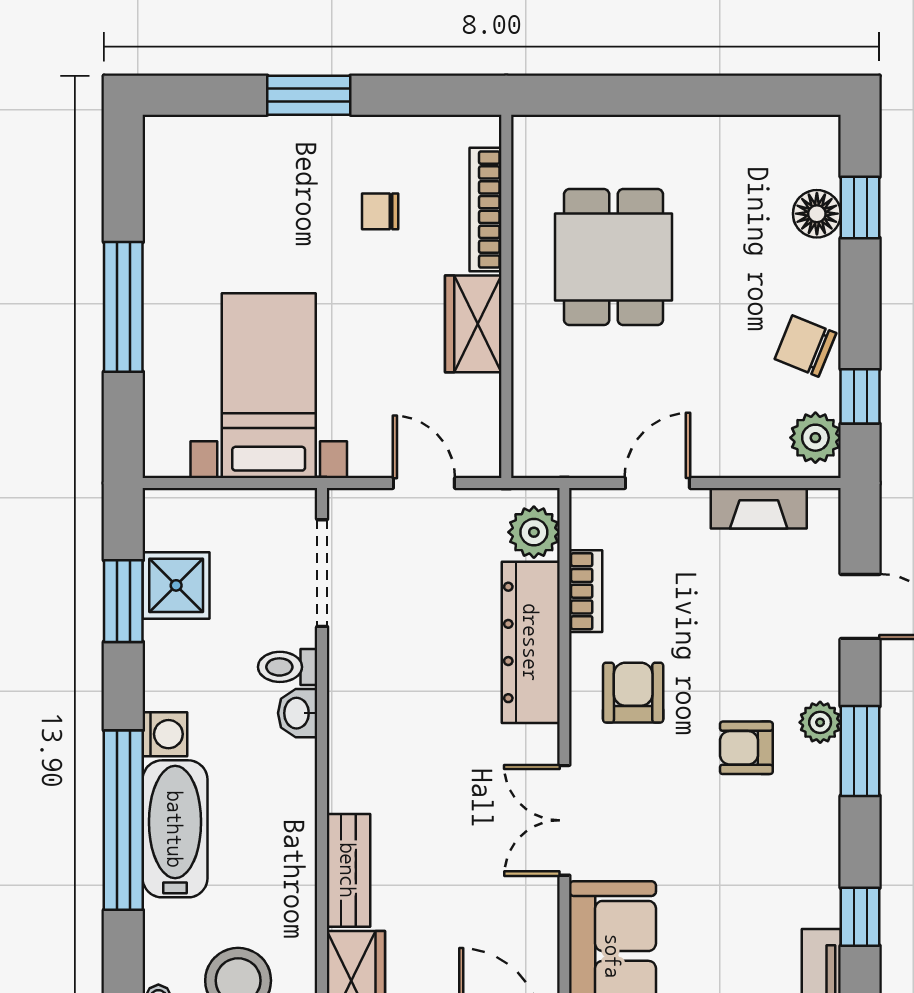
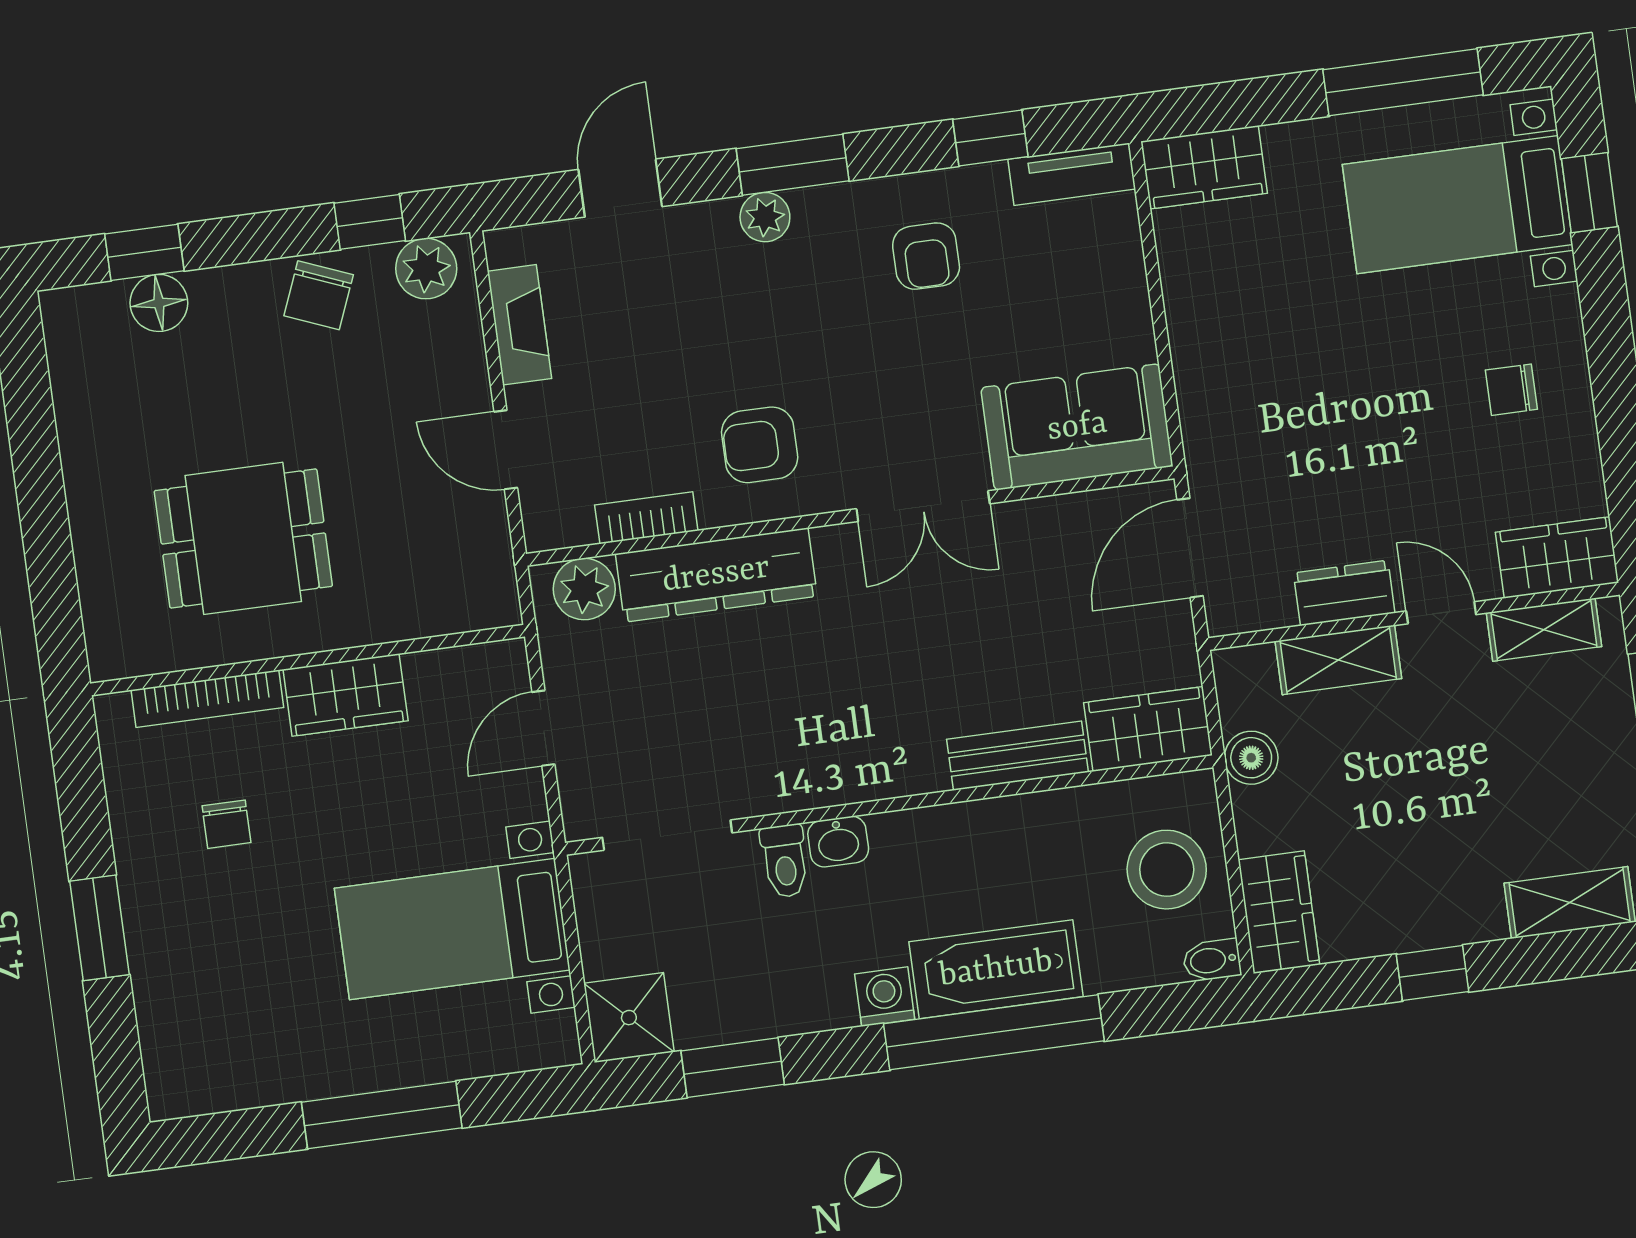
shower: (176, 585) -> (629, 1018), moved
armchair: (746, 748) -> (926, 256), moved

